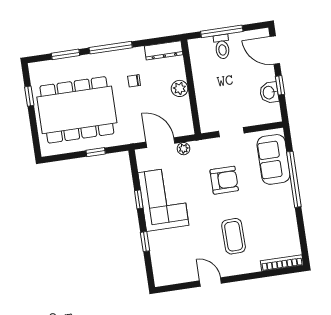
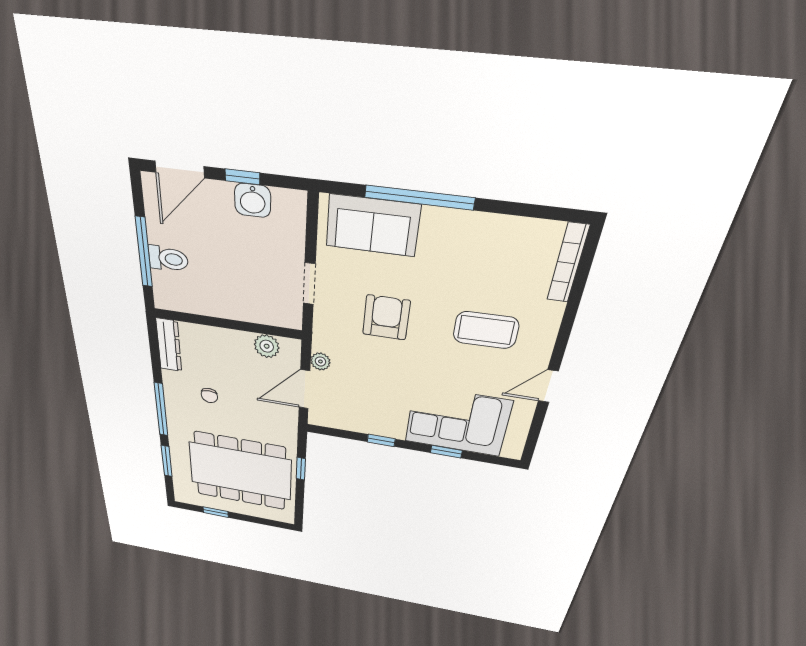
plant: (180, 88) -> (267, 346), moved
dining table: (77, 110) -> (240, 471), turned 90
corner sofa: (163, 199) -> (457, 421), moved

